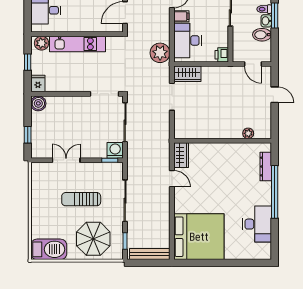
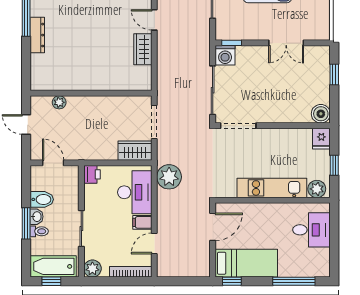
plant: (248, 133) -> (59, 102), moved
wall: (223, 141) -> (91, 93), moved

